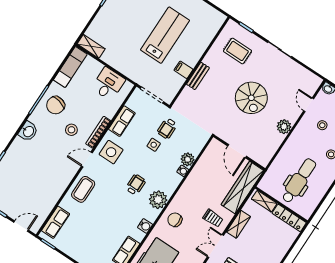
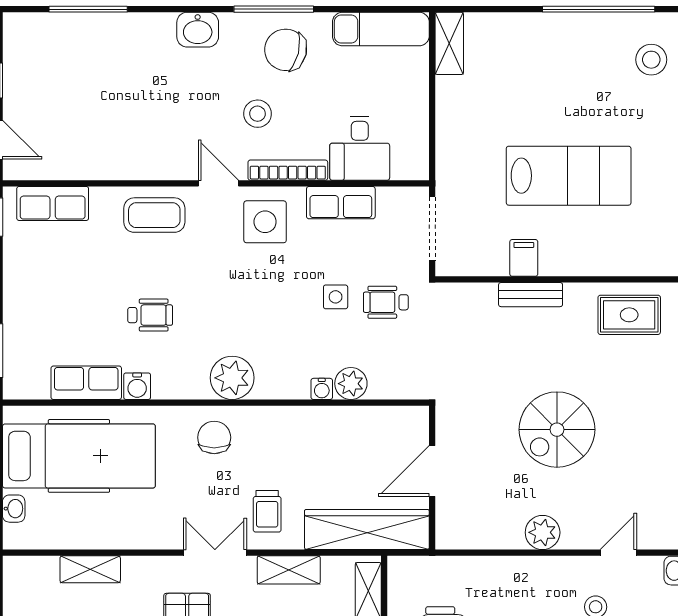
rug: (237, 51) -> (629, 315), moved, turned 90
desk: (108, 84) -> (360, 148), moved, turned 90
wheelchair: (136, 185) -> (150, 315), moved
water cooler: (145, 226) -> (137, 386), moved

